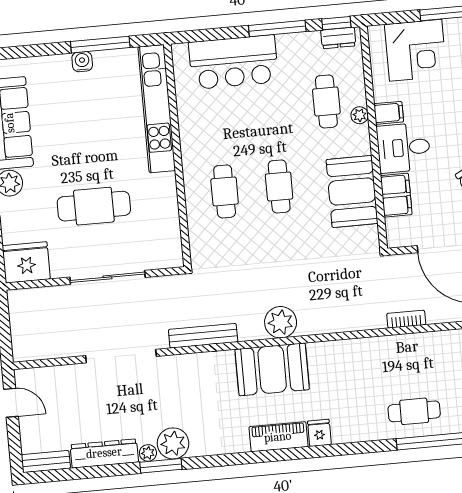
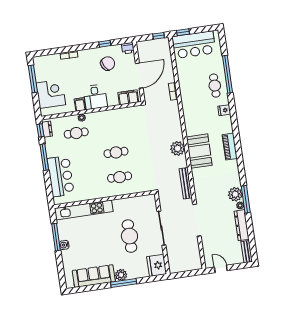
booth: (352, 192) -> (116, 119), removed
filing cabinet: (396, 195) -> (128, 97), moved
door: (11, 403) -> (221, 269), hinge flipped
fridge: (319, 433) -> (224, 110), moved
window: (161, 466) -> (246, 199), width x1.44

